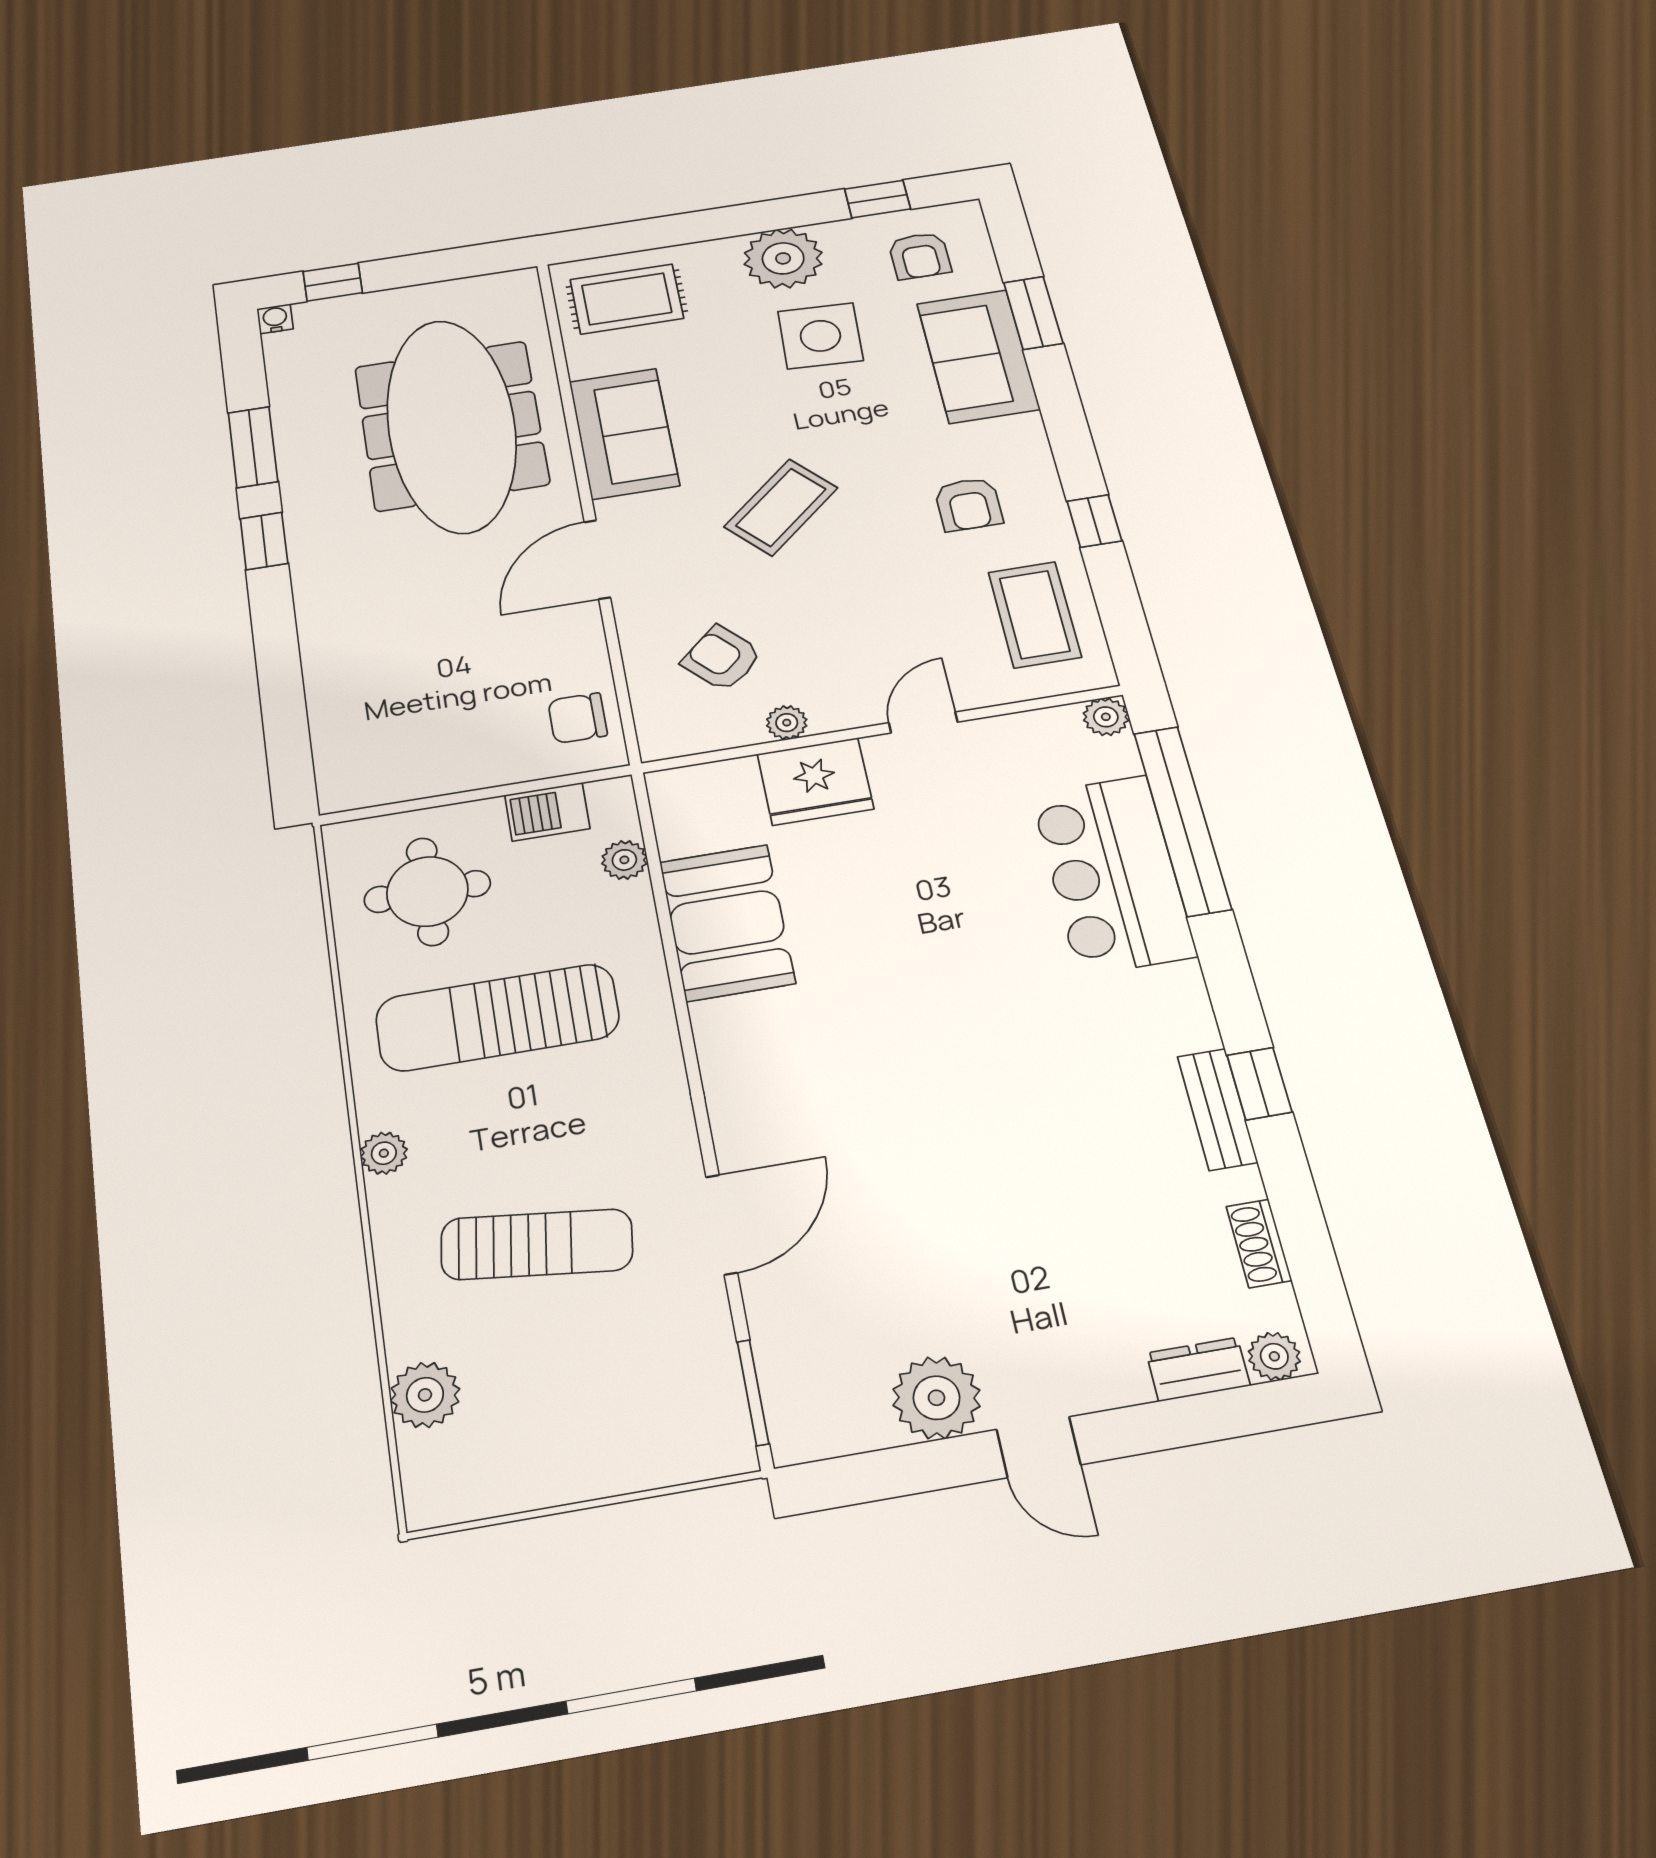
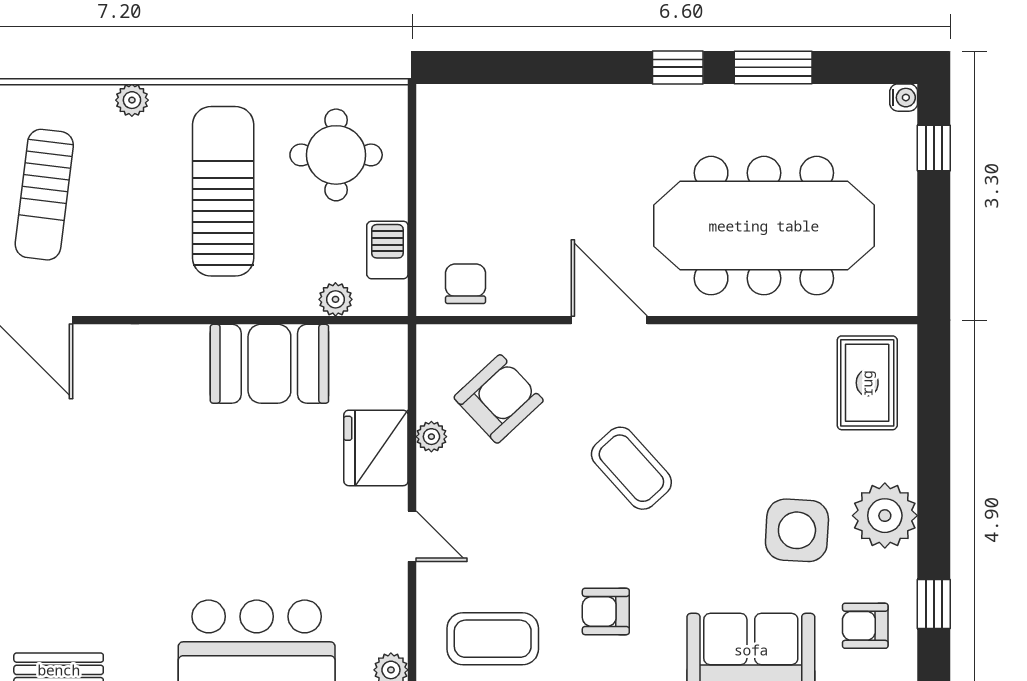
sofa: (624, 433) -> (729, 359), removed
armchair: (722, 658) -> (499, 399), width x1.38, depth x1.38

